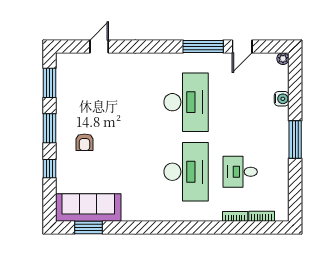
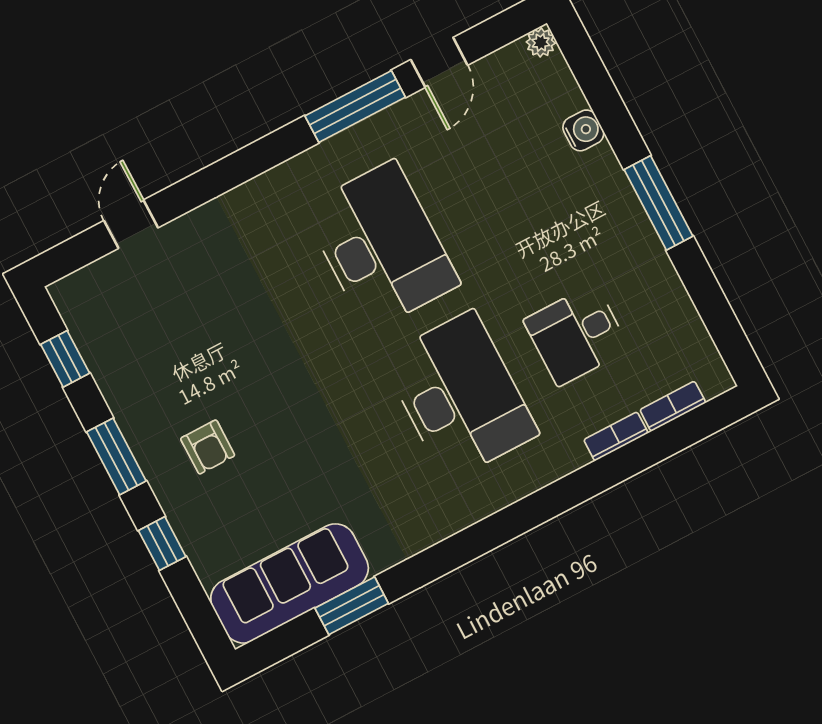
window: (49, 83) -> (65, 359), width x0.67
window: (89, 227) -> (352, 606), moved

